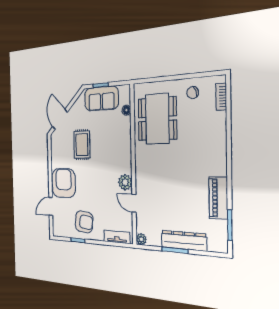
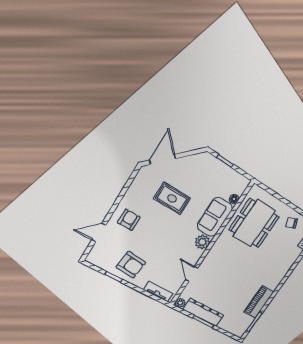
sofa: (101, 99) -> (215, 217), moved, turned 90
rug: (82, 145) -> (172, 198), turned 90
plant: (125, 182) -> (202, 242), moved
armchair: (64, 183) -> (129, 220), width x0.53, depth x0.53
dresser: (184, 241) -> (204, 312), moved

